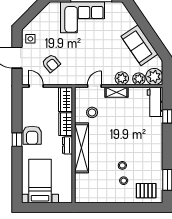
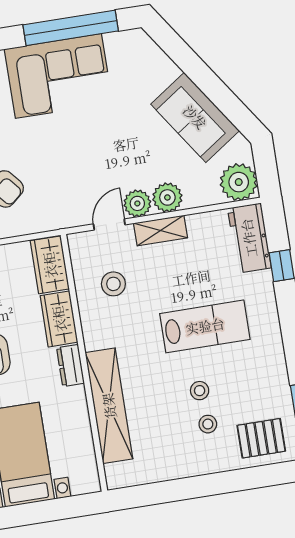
plant: (139, 79) -> (137, 203), moved
lab bench: (129, 138) -> (205, 326), added
shelving: (82, 148) -> (109, 406), moved

